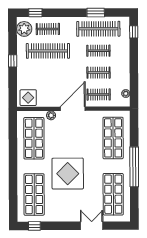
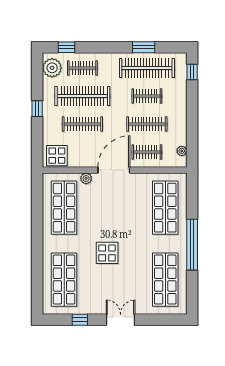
clothes rail: (48, 73) -> (82, 124), added
clothes rail: (99, 73) -> (147, 124), width x1.36
display table: (68, 174) -> (107, 253), width x0.54, depth x0.54
window: (34, 226) -> (80, 320), moved
double door: (92, 226) -> (121, 320), moved

